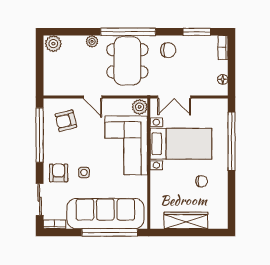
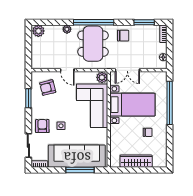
window: (40, 135) -> (28, 98), width x0.47
window: (110, 232) -> (80, 170), width x0.68

